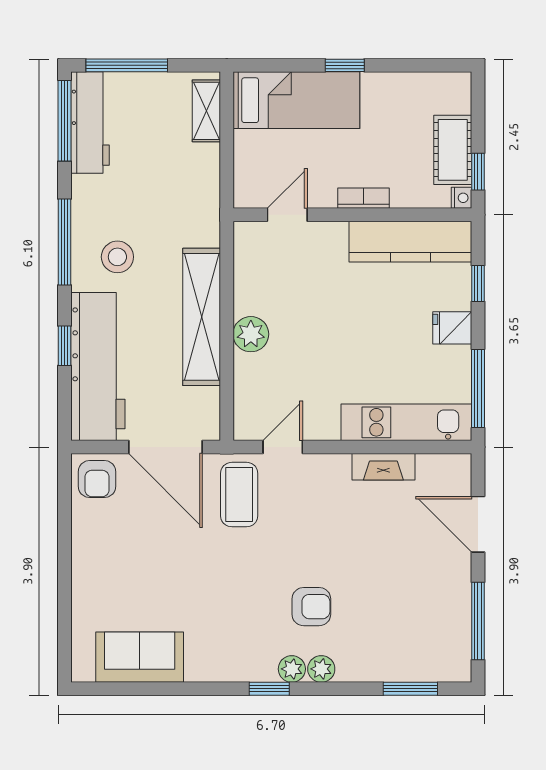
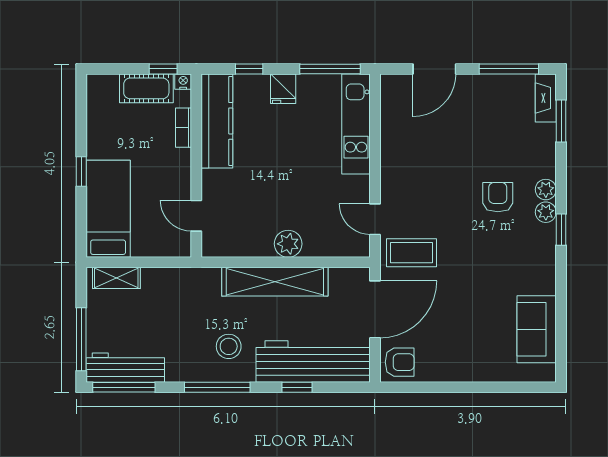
bookcase: (363, 198) -> (184, 128), moved
fireplace: (383, 467) -> (546, 98), moved, turned 180

